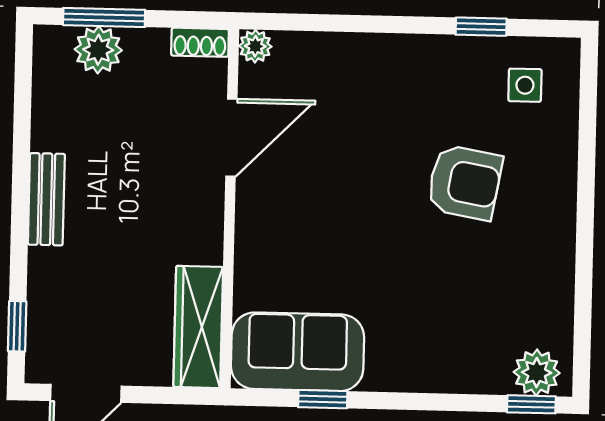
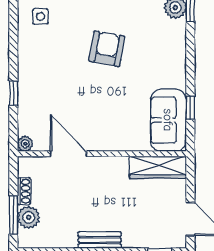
window: (481, 27) -> (13, 93), moved
shoe rack: (200, 42) -> (24, 191), moved
armchair: (465, 182) -> (107, 49), moved

